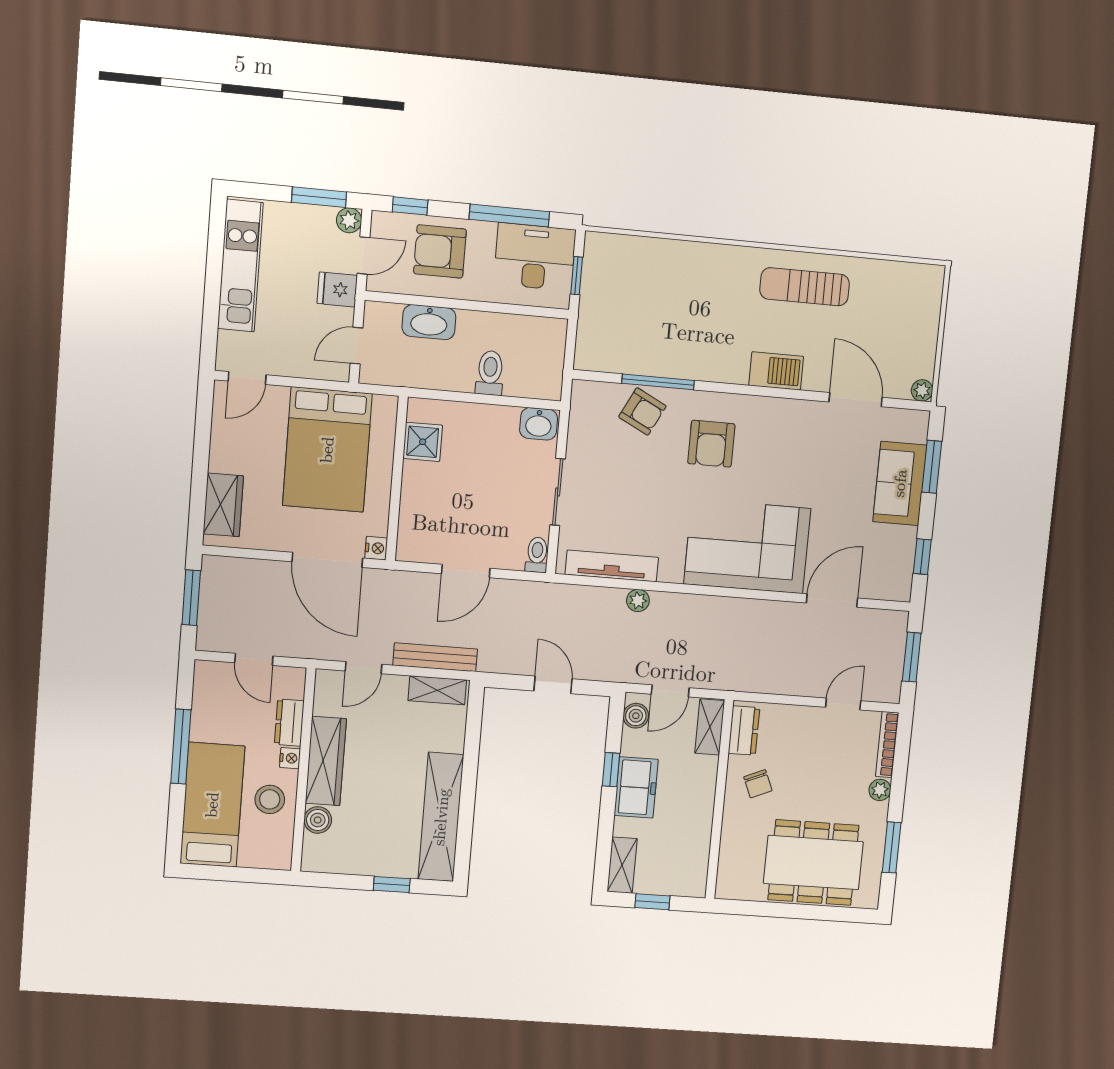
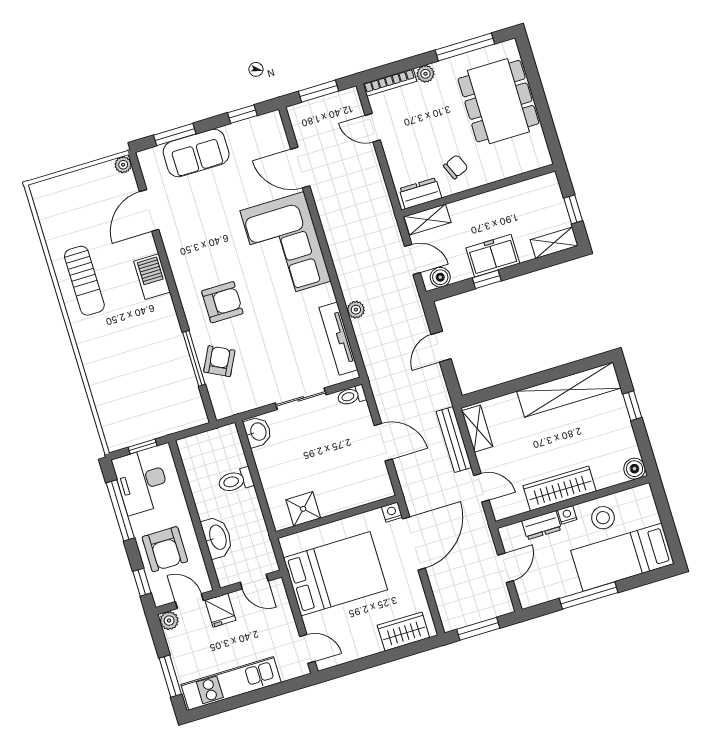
window: (319, 197) -> (170, 676), moved
boiler: (318, 820) -> (634, 469), moved
window: (892, 847) -> (465, 47), width x1.44

